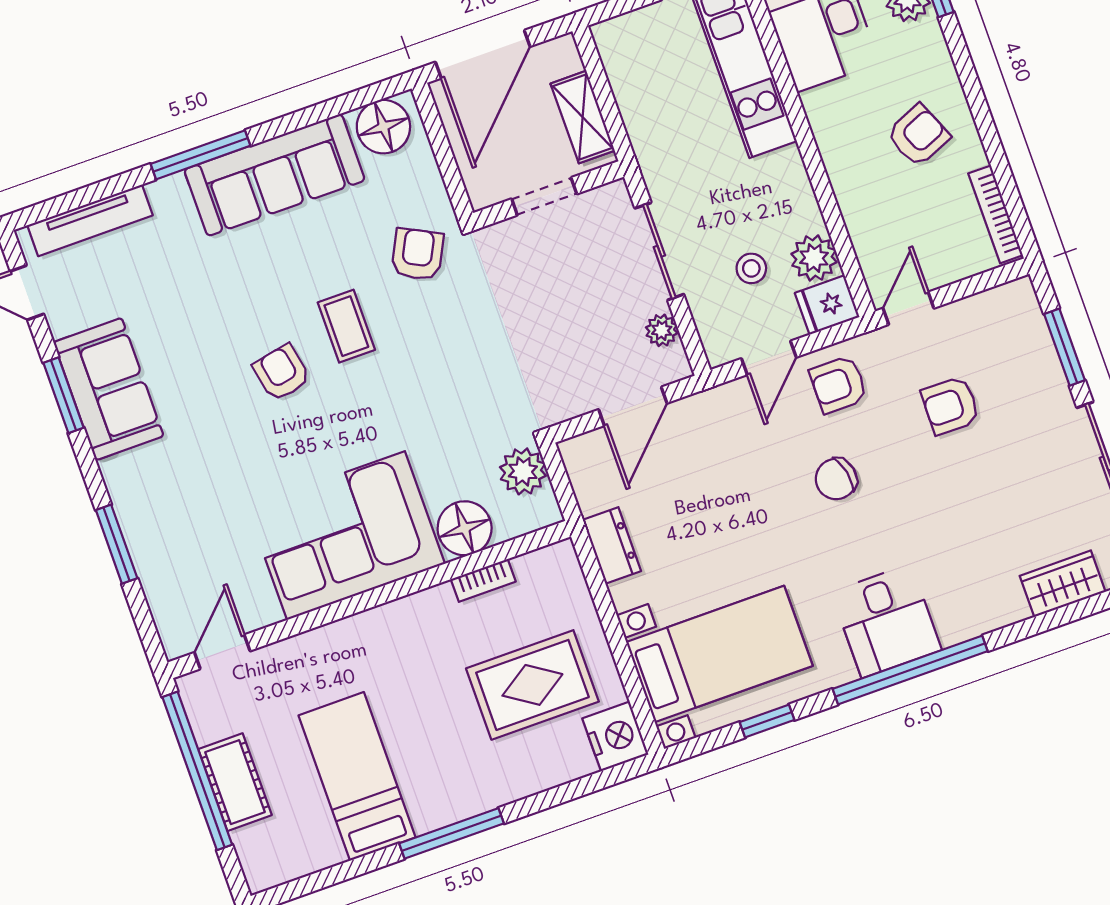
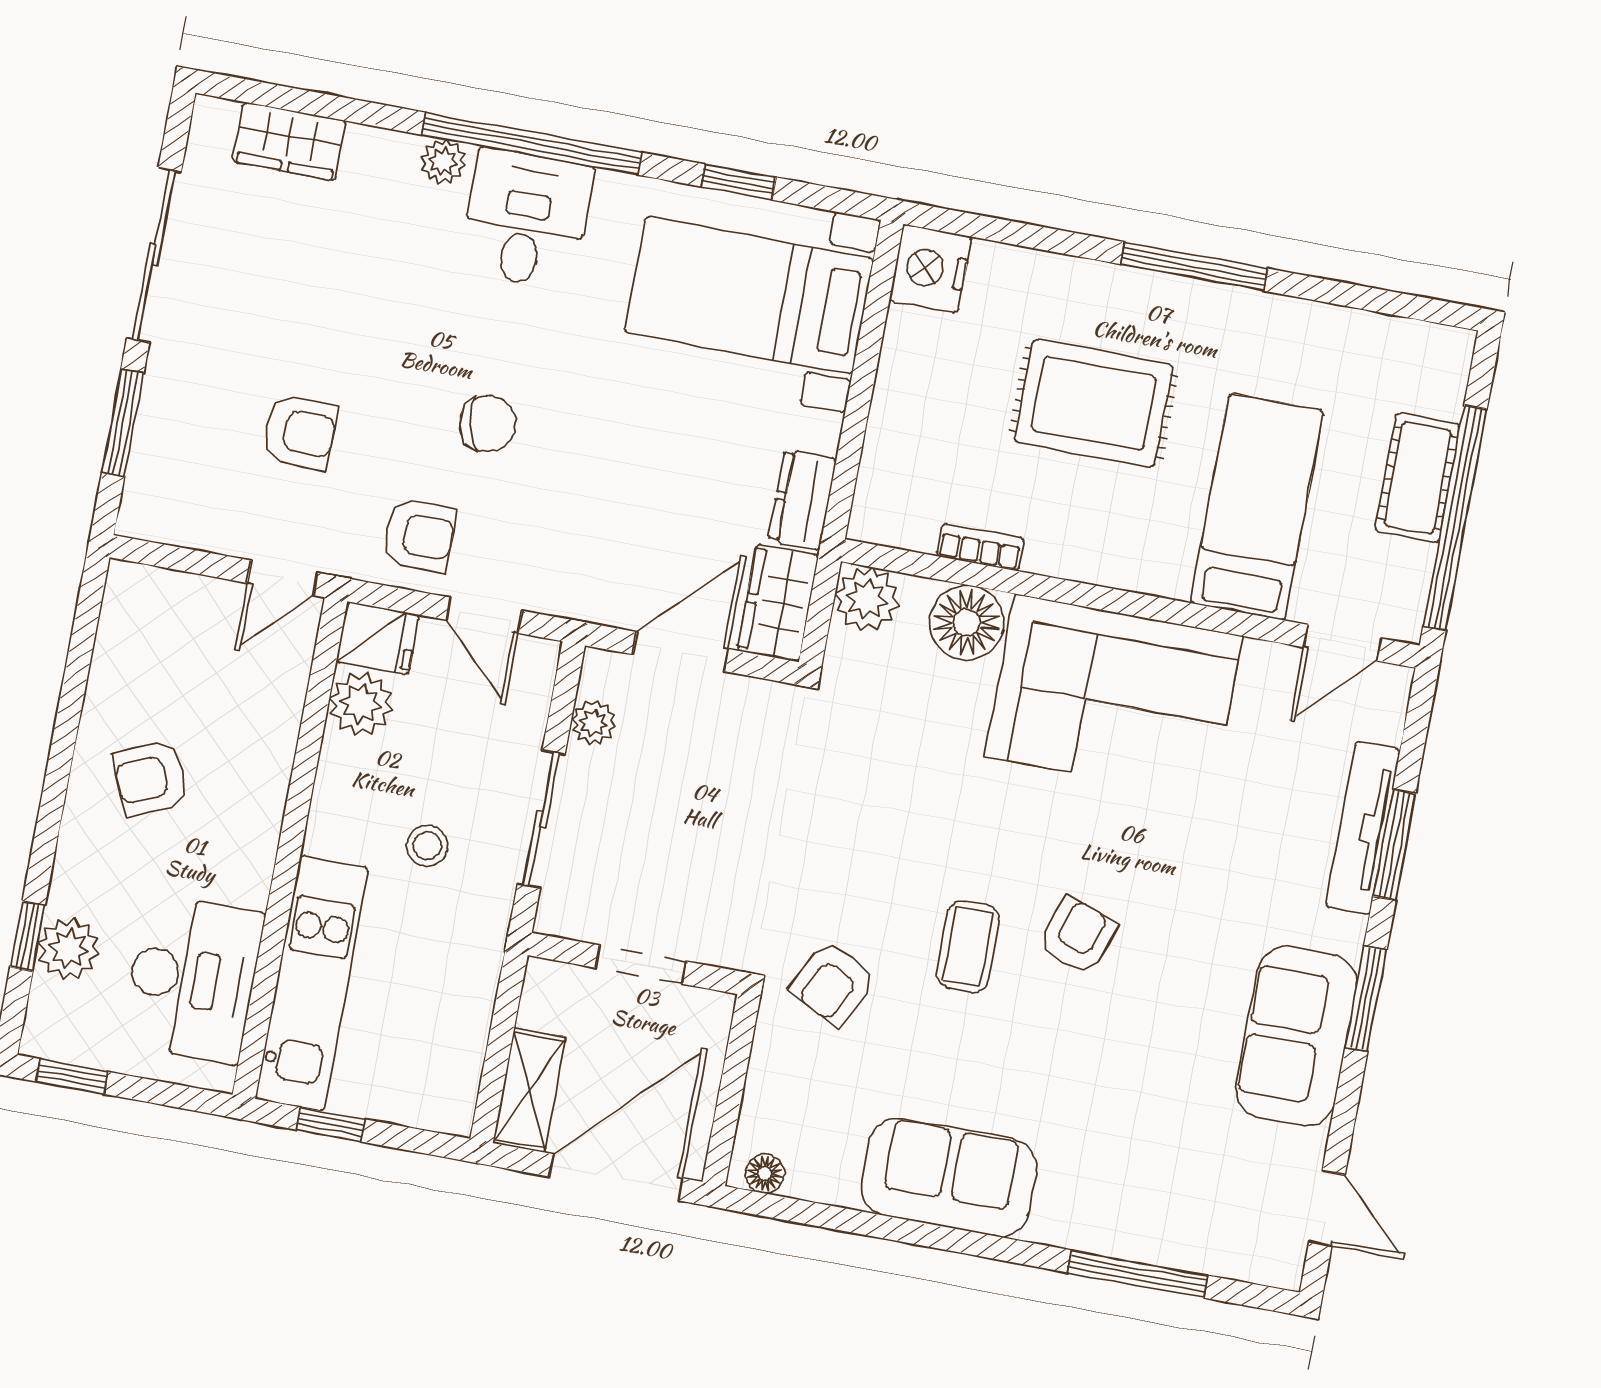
shelving: (583, 117) -> (529, 1090), moved
floor lamp: (383, 127) -> (765, 1174), width x0.53, depth x0.53
window: (200, 155) -> (1138, 1274), moved
sofa: (275, 175) -> (949, 1177), width x0.73
bookcase: (996, 214) -> (113, 630), removed
tv unit: (90, 220) -> (1363, 828), moved, turned -90
stool: (751, 268) -> (427, 846), moved
door: (769, 358) -> (484, 615), swing flipped
armchair: (282, 373) -> (1078, 936), turned -150
window: (64, 395) -> (1366, 999), moved
plant: (523, 471) -> (867, 599), moved
wardrobe: (590, 472) -> (778, 603), added
plant: (959, 627) -> (443, 162), added
rug: (532, 685) -> (1094, 403), moved
bed: (357, 776) -> (1257, 507), moved, turned 180

